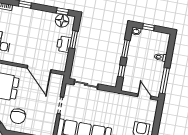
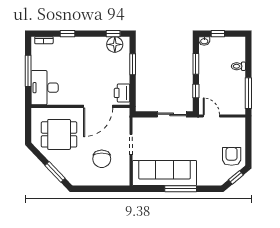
printer: (64, 44) -> (122, 93), moved
door: (39, 69) -> (98, 106), hinge flipped
sliding door: (86, 84) -> (172, 114), moved
door: (144, 96) -> (211, 116), moved
chair: (18, 116) -> (102, 159), moved

